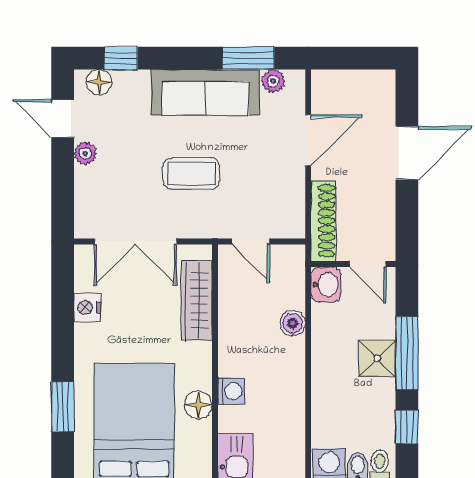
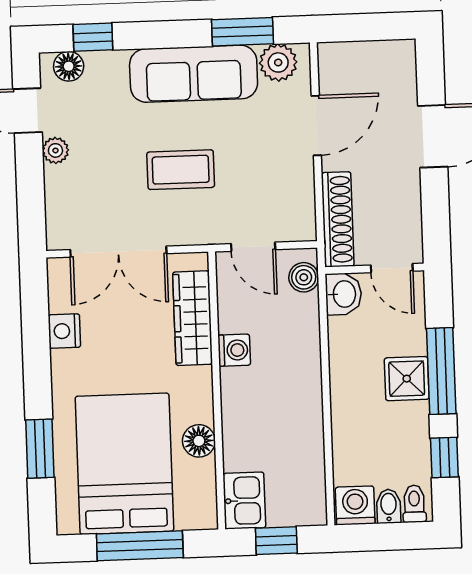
plant: (273, 81) -> (278, 62), width x1.38, depth x1.38
boiler: (293, 323) -> (304, 277), moved
washing machine: (231, 391) -> (234, 350), moved

